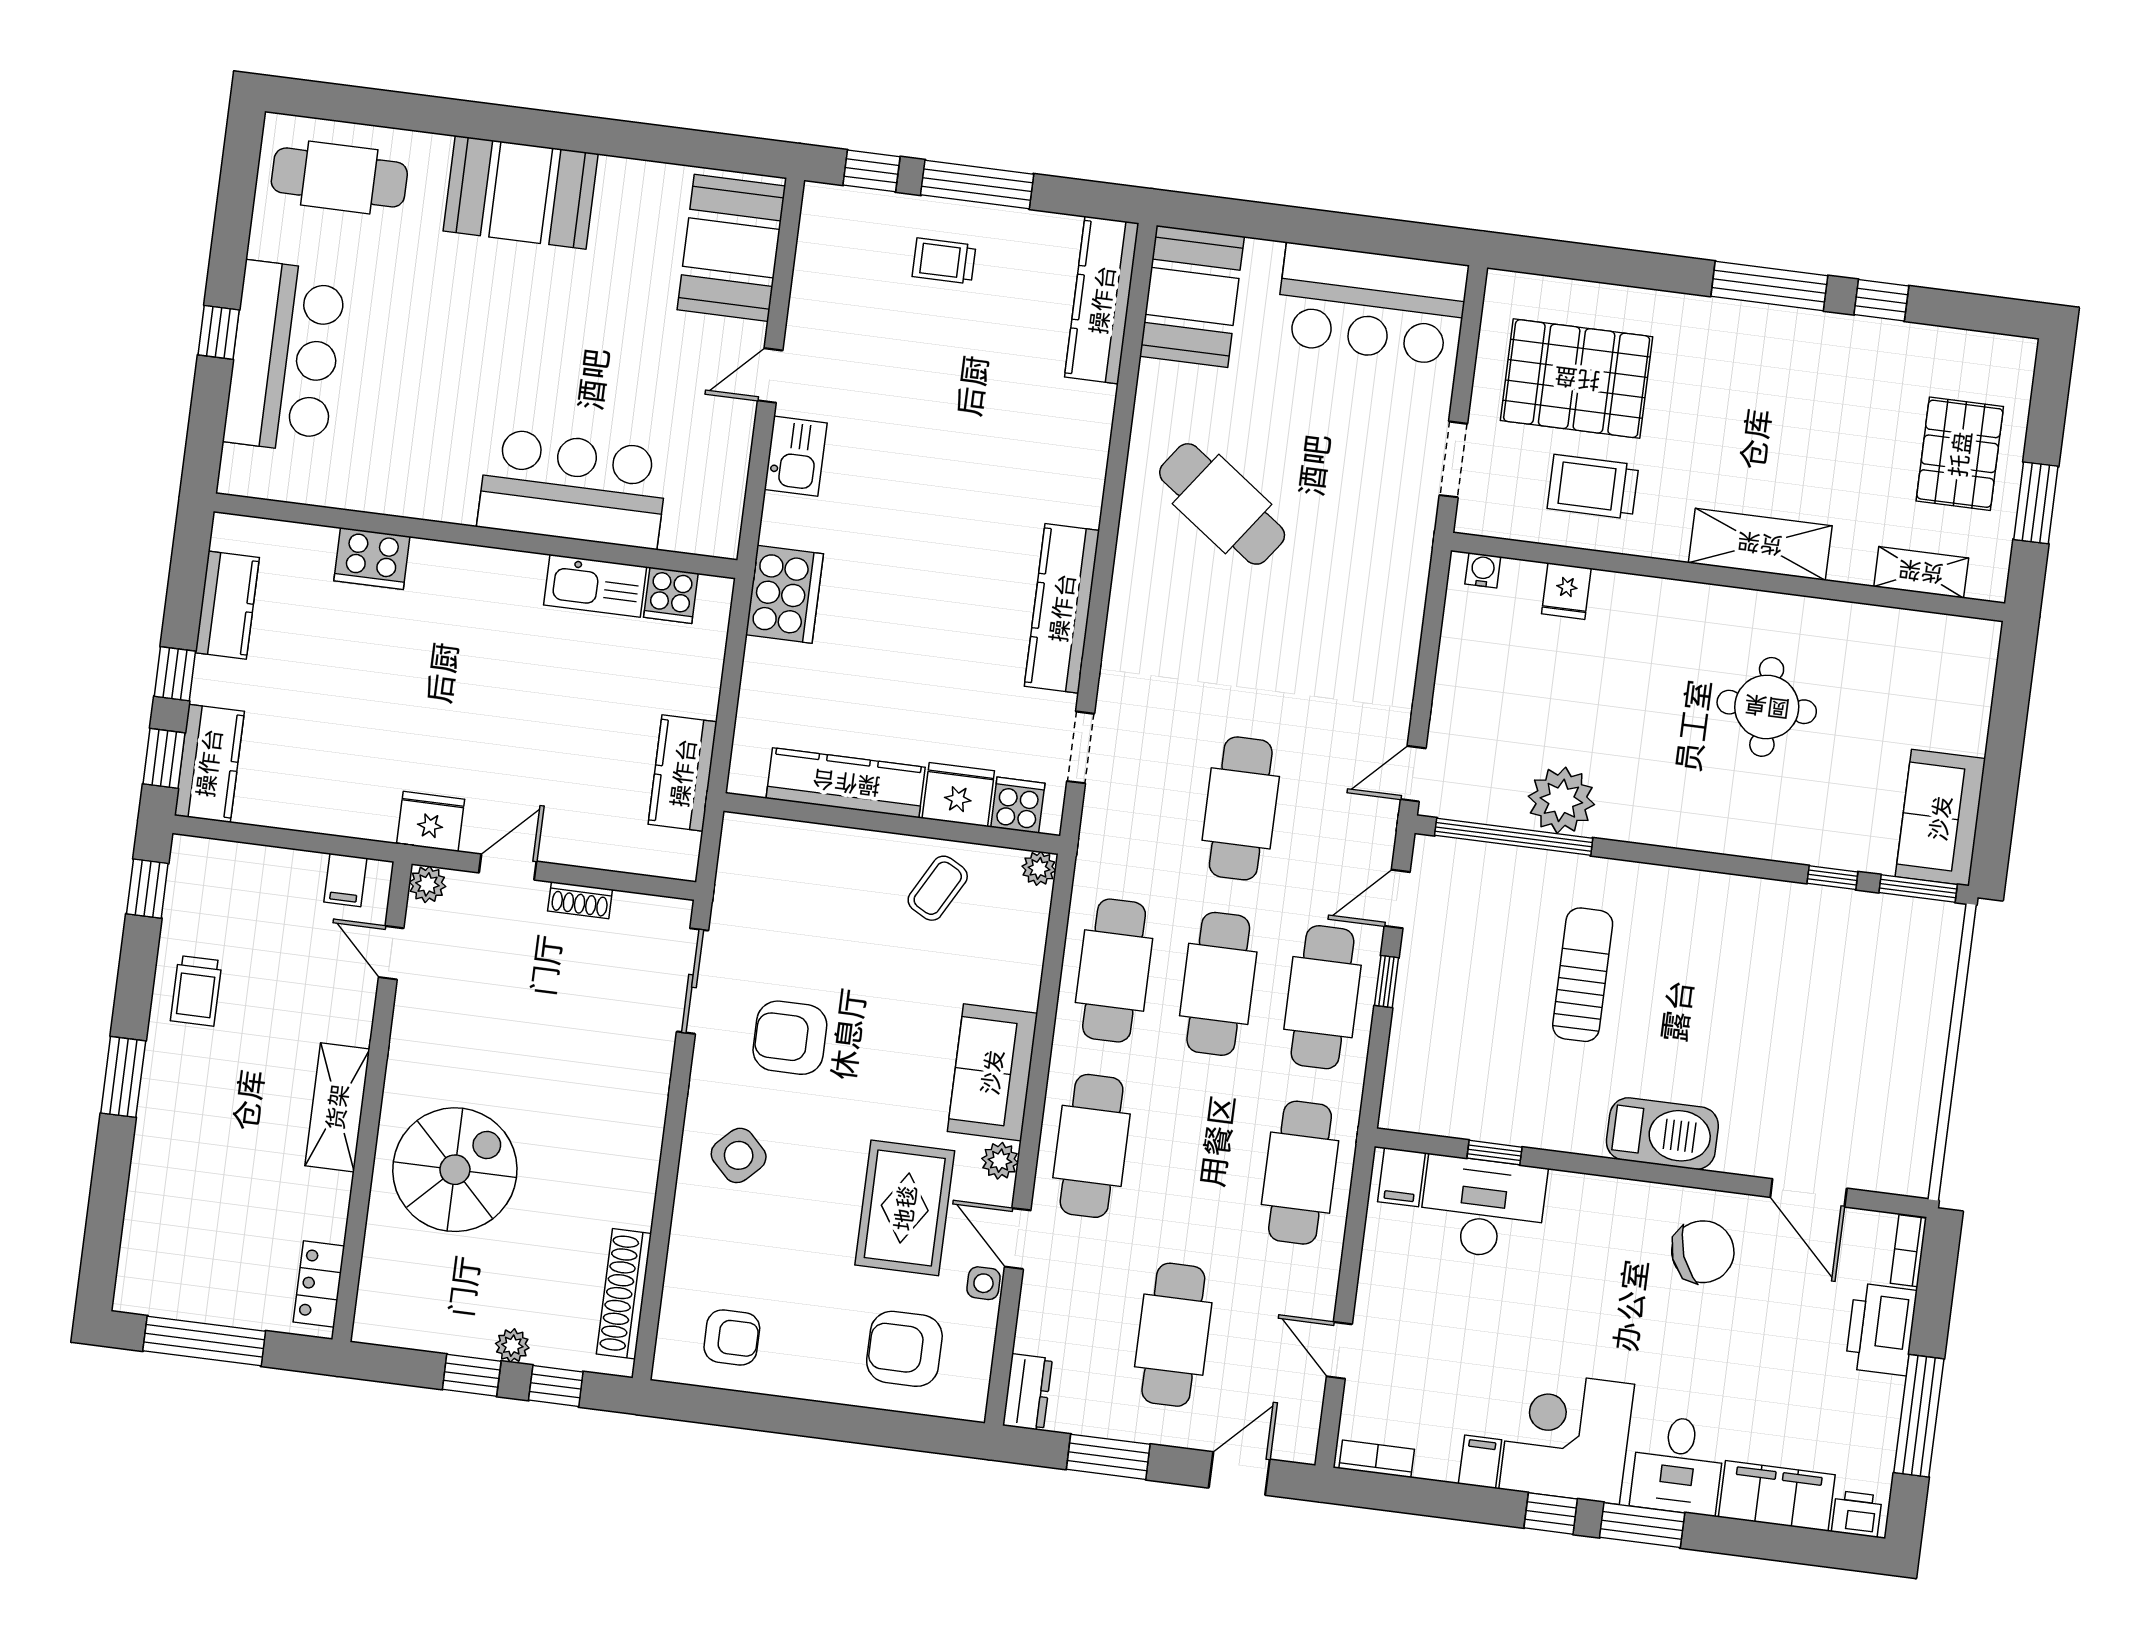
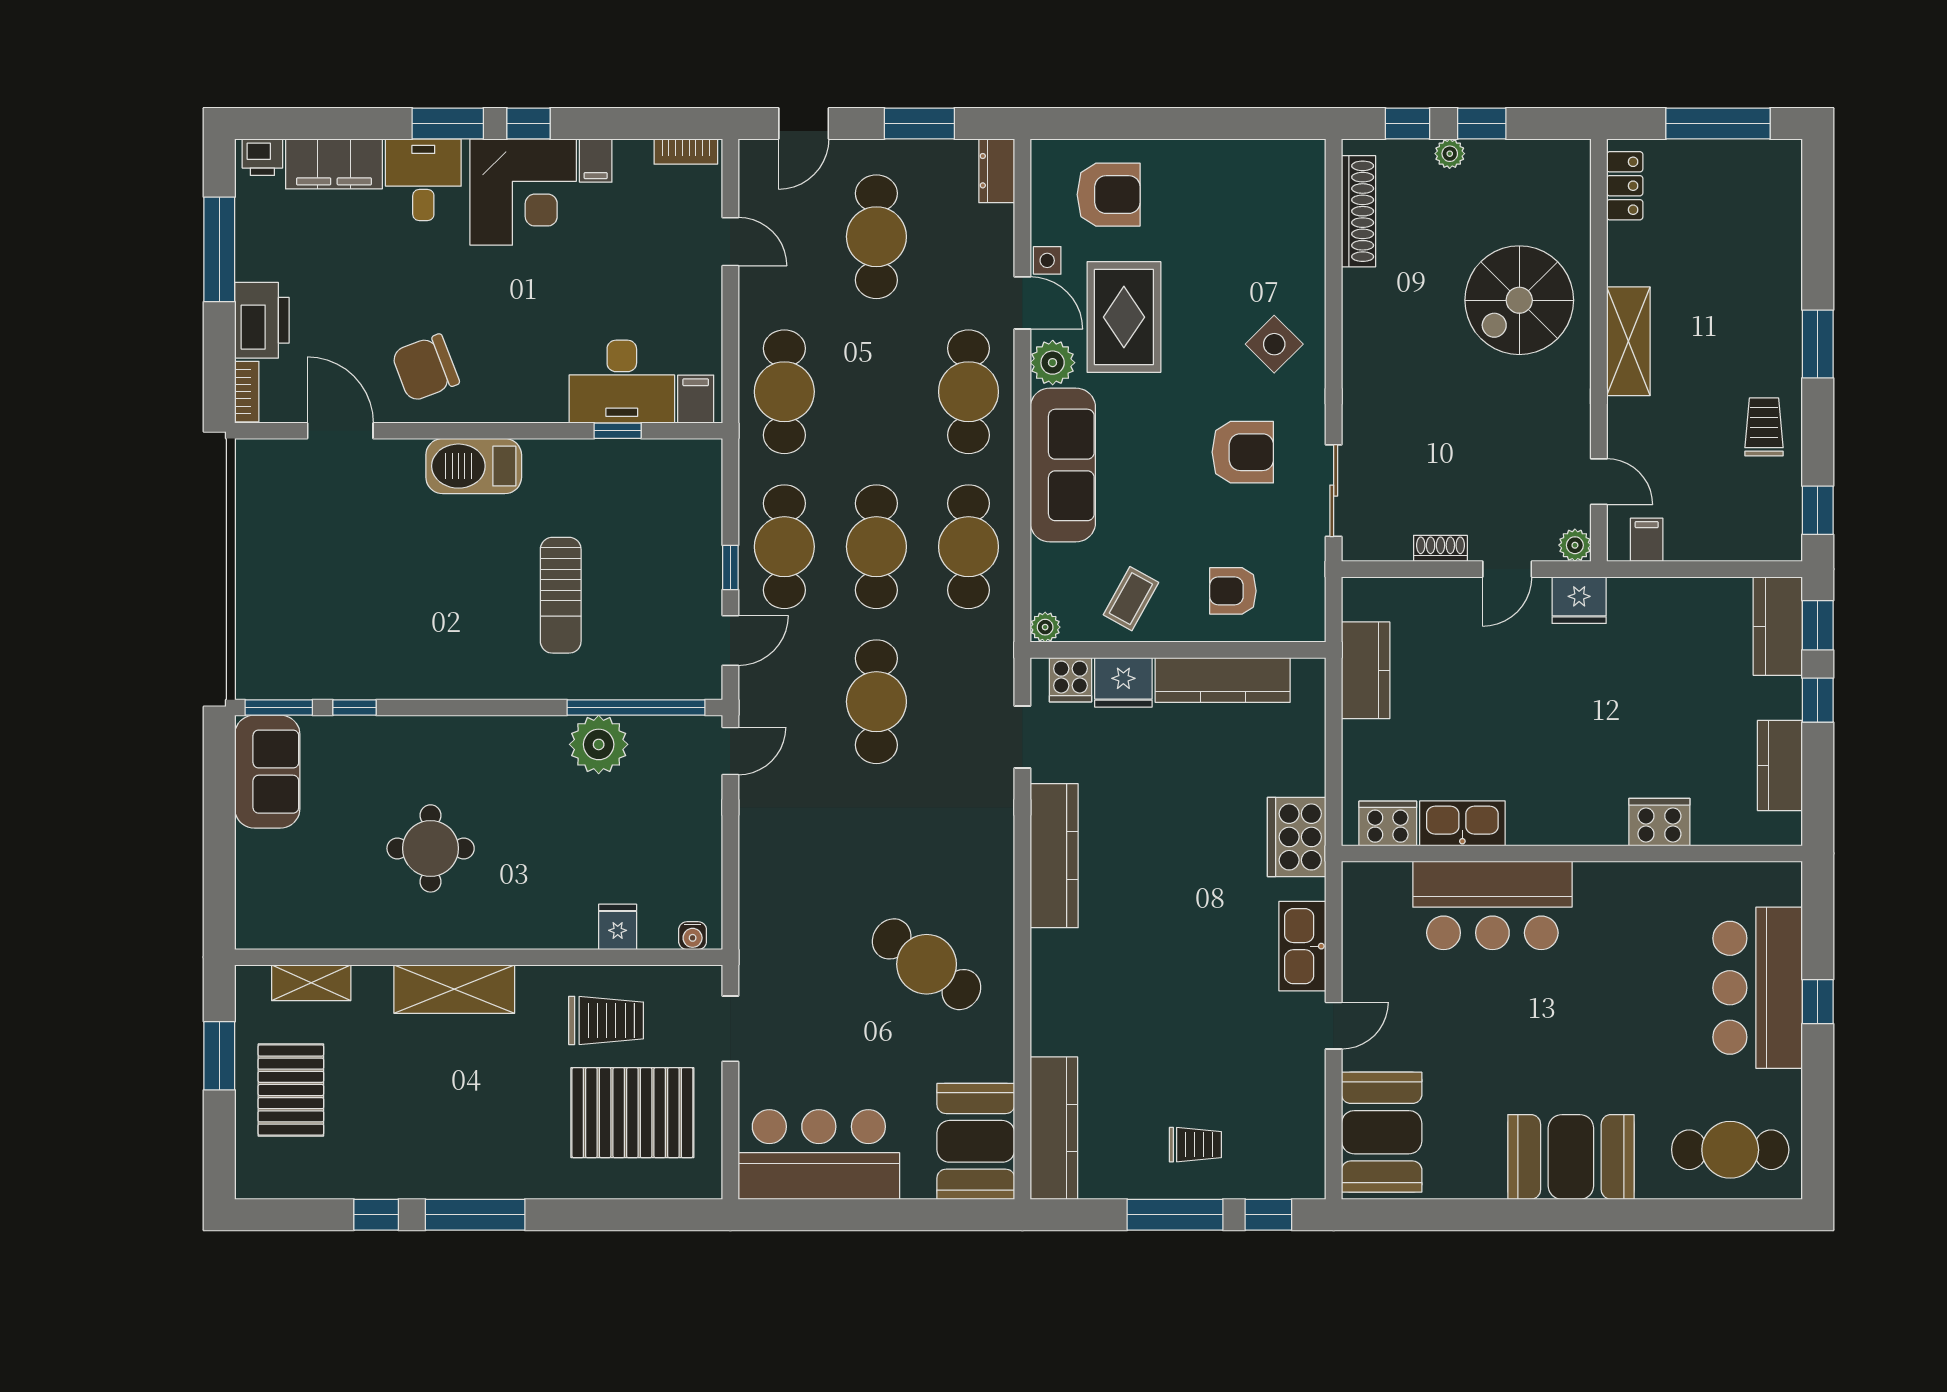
kitchen sink: (796, 456) -> (1302, 946), width x1.38
cooker: (671, 595) -> (1388, 823), width x1.36
sofa: (992, 1072) -> (1063, 465), width x1.36
plant: (1000, 1161) -> (1053, 363), width x1.38, depth x1.38
armchair: (732, 1337) -> (1233, 591), moved

